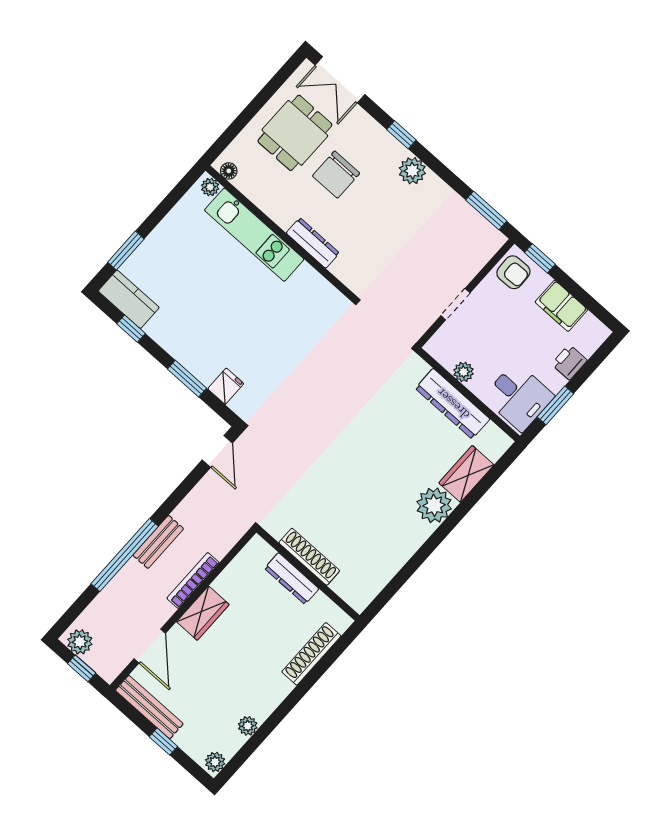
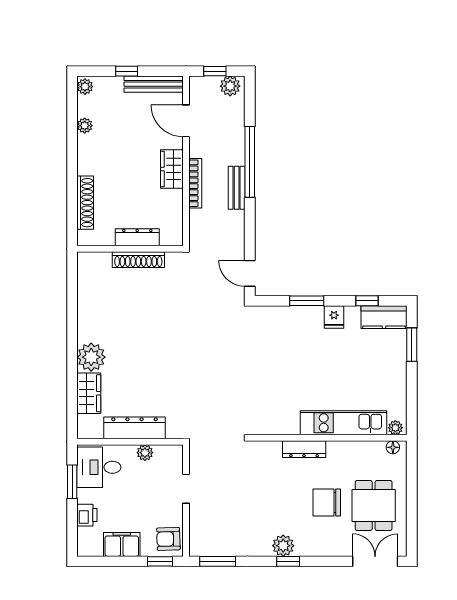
window: (401, 135) -> (288, 561), moved
chair: (336, 175) -> (327, 503), turned -90
fridge: (226, 386) -> (334, 317), moved

